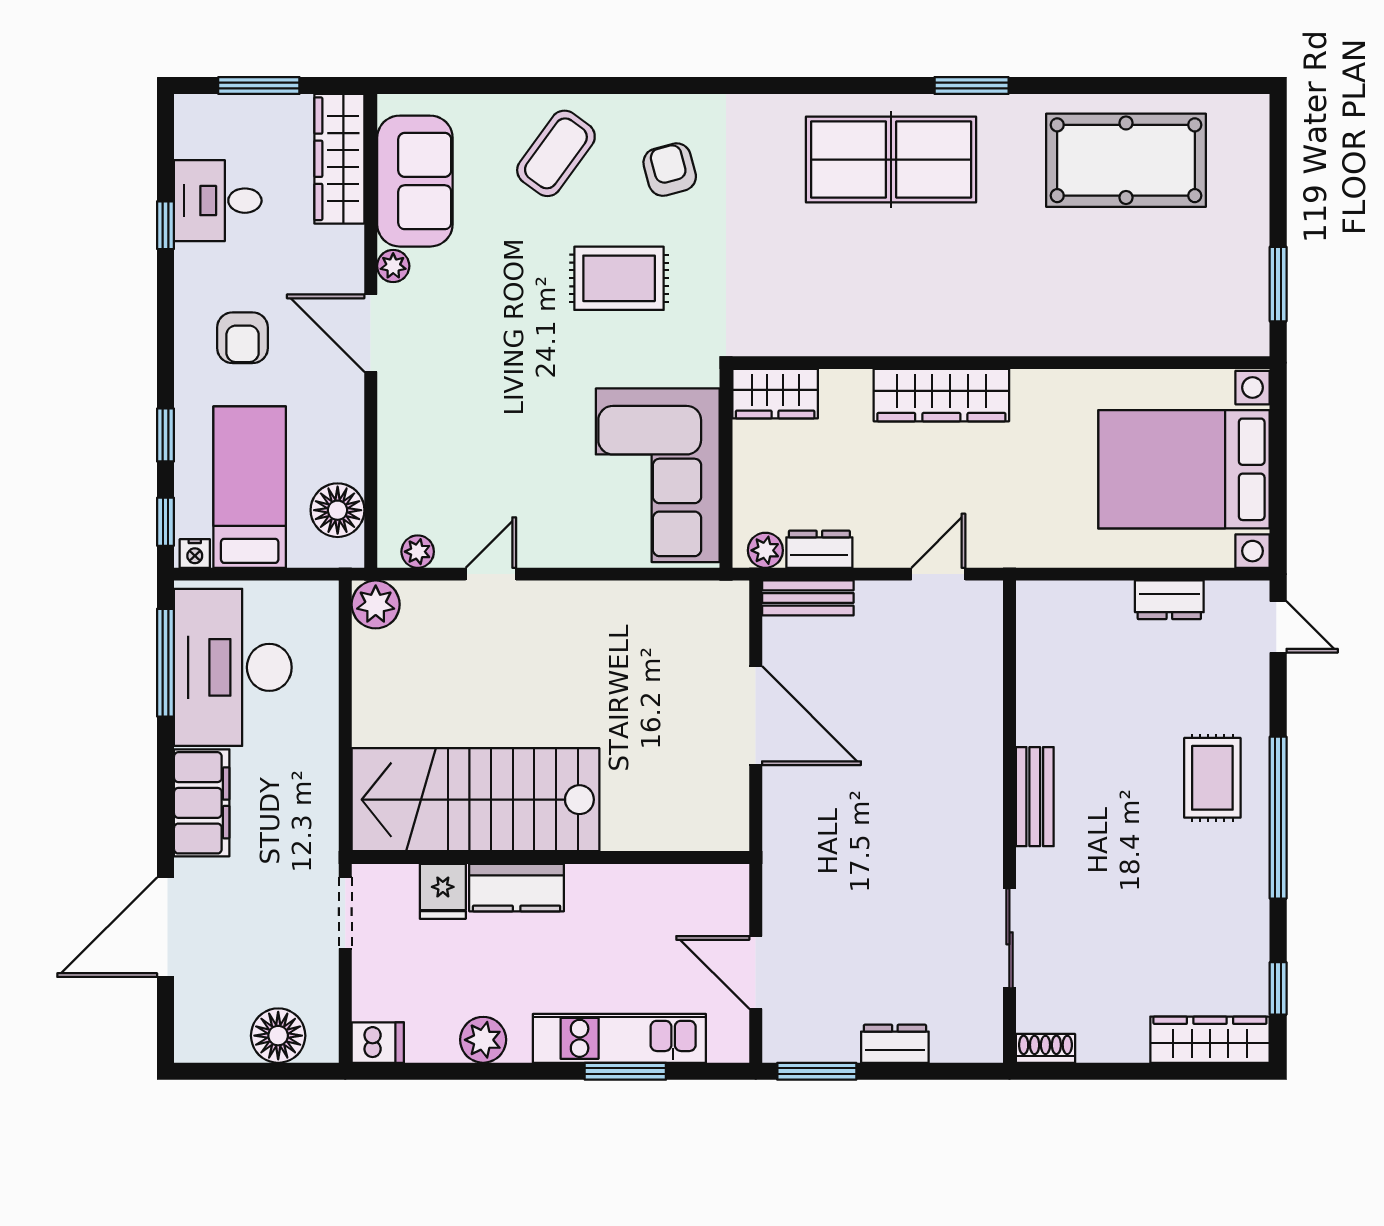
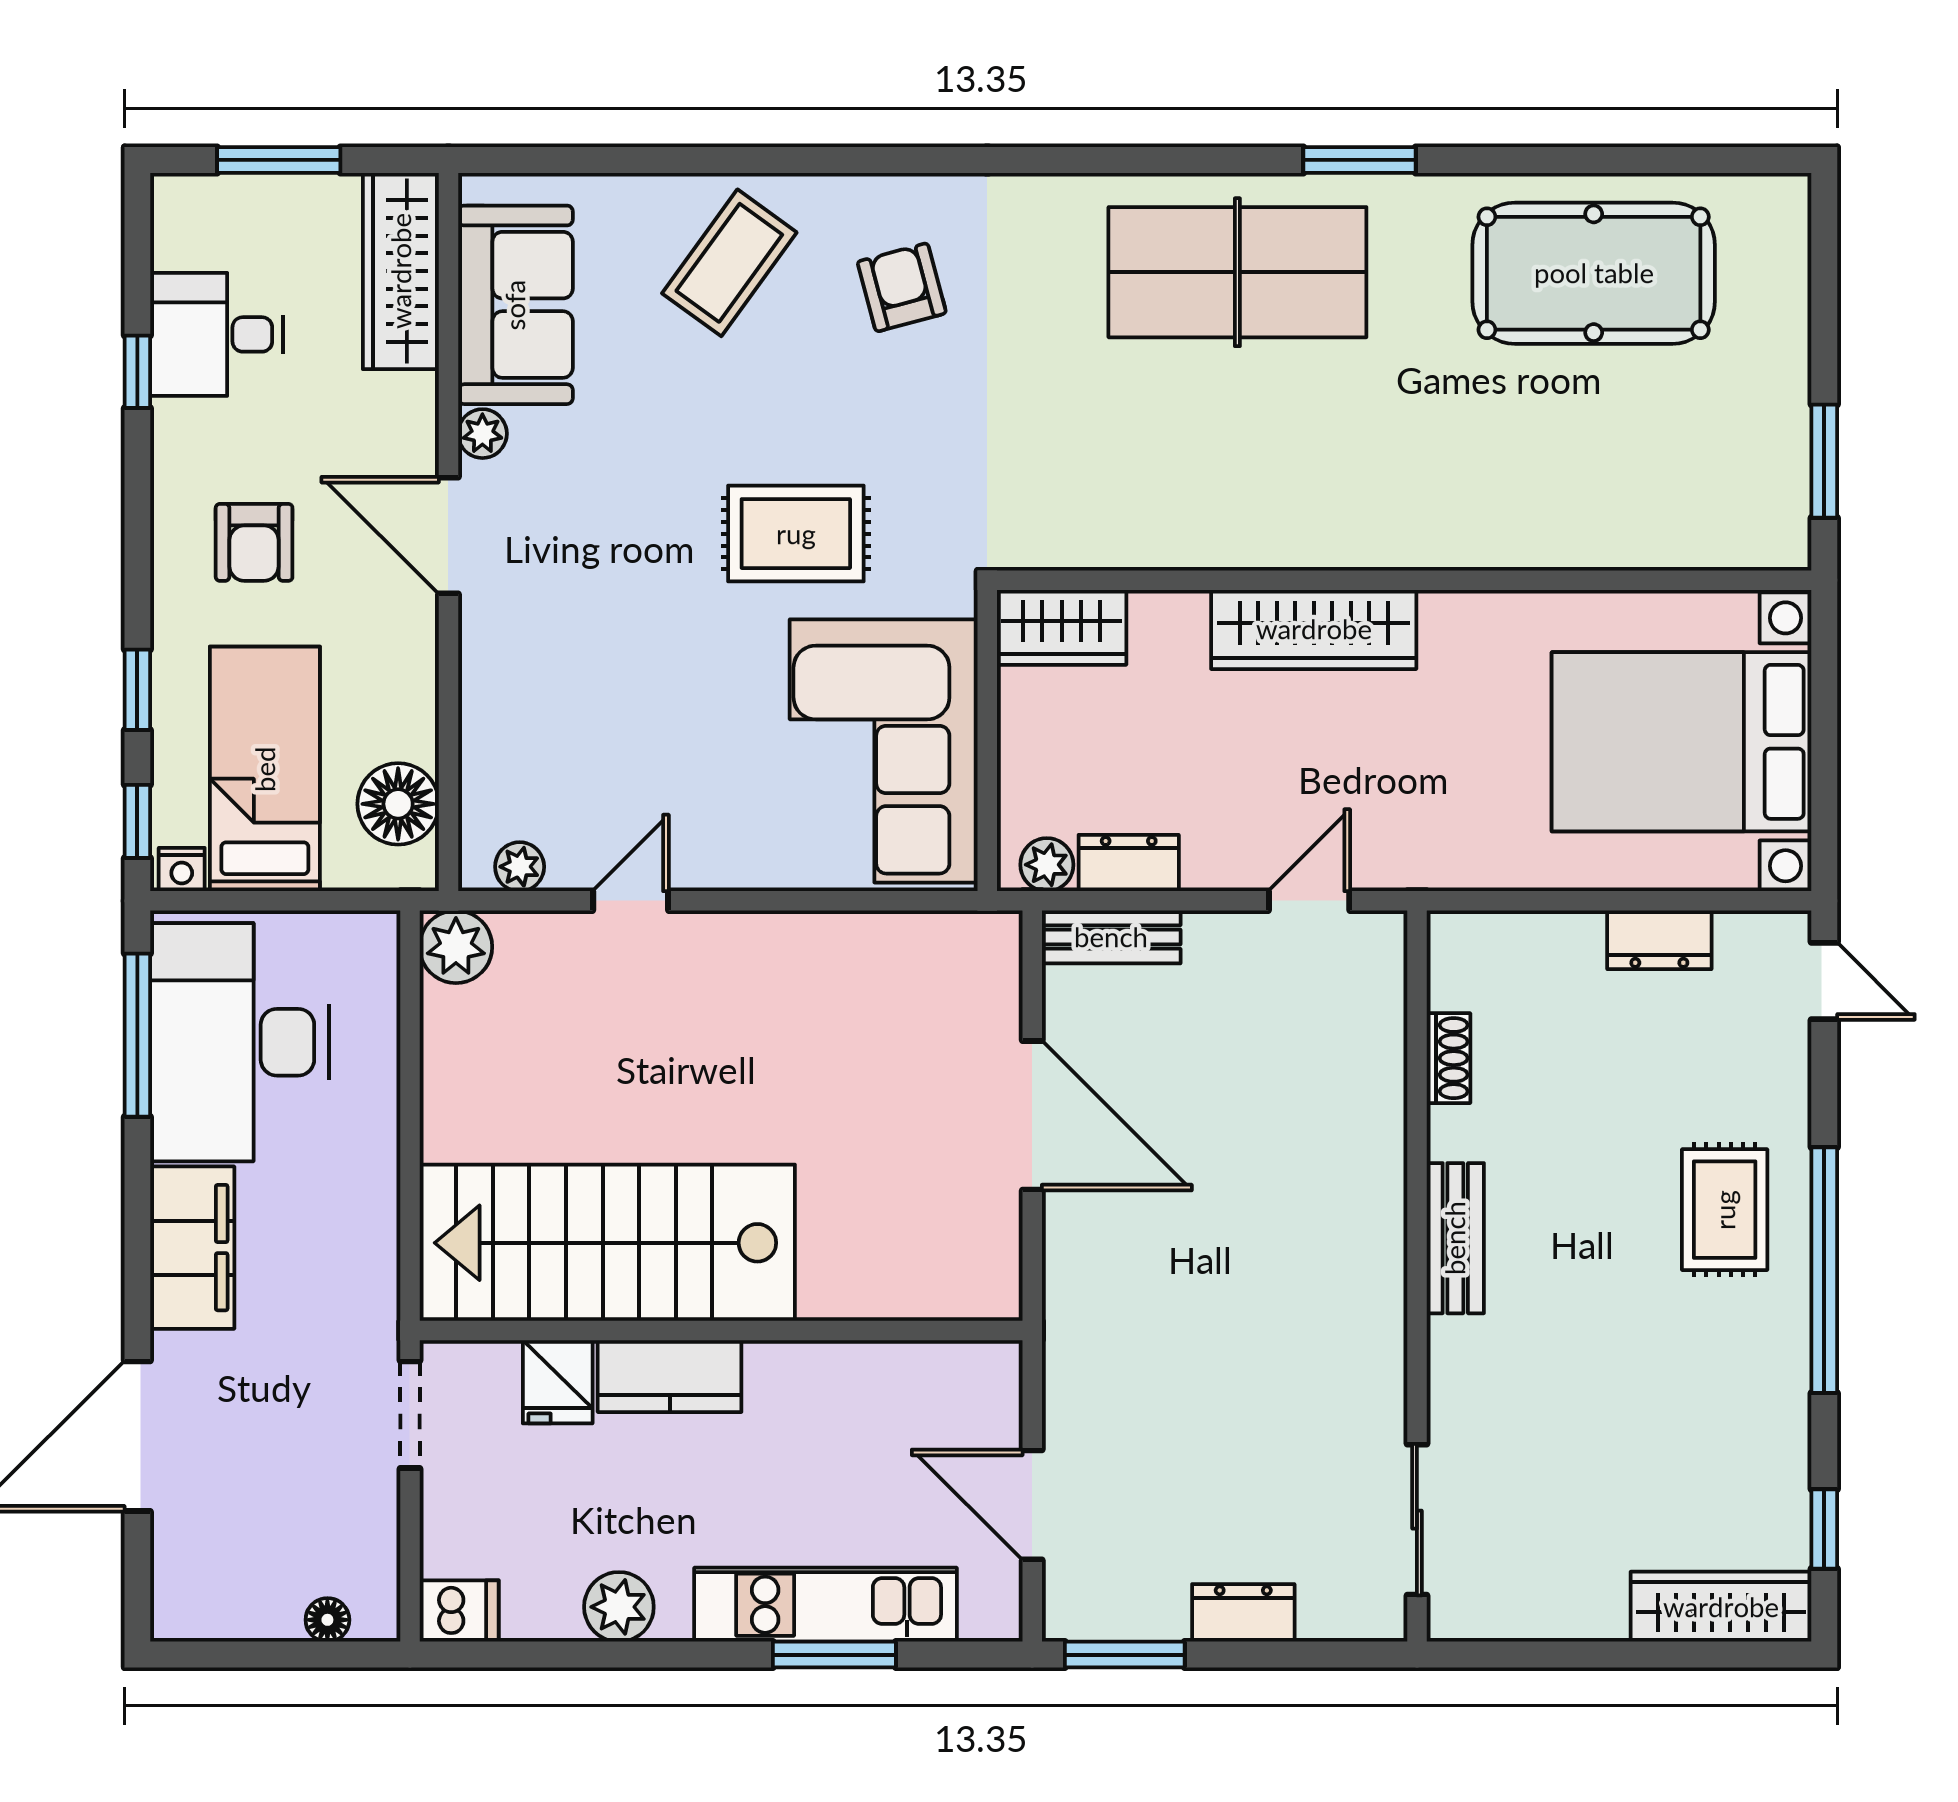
rug: (619, 278) -> (796, 534), moved
sliding door: (1009, 938) -> (1417, 1520), moved
floor lamp: (278, 1036) -> (327, 1620), width x0.53, depth x0.53
shoe rack: (1045, 1048) -> (1448, 1058), moved, turned 90

